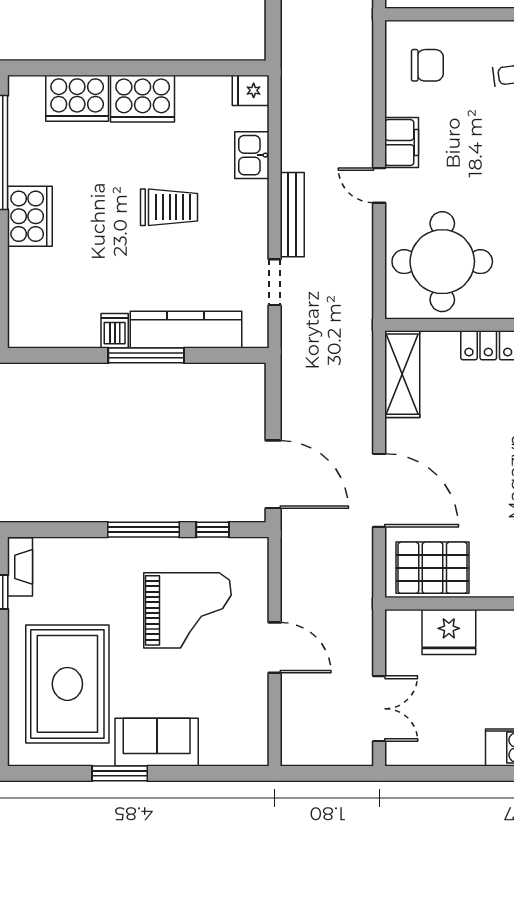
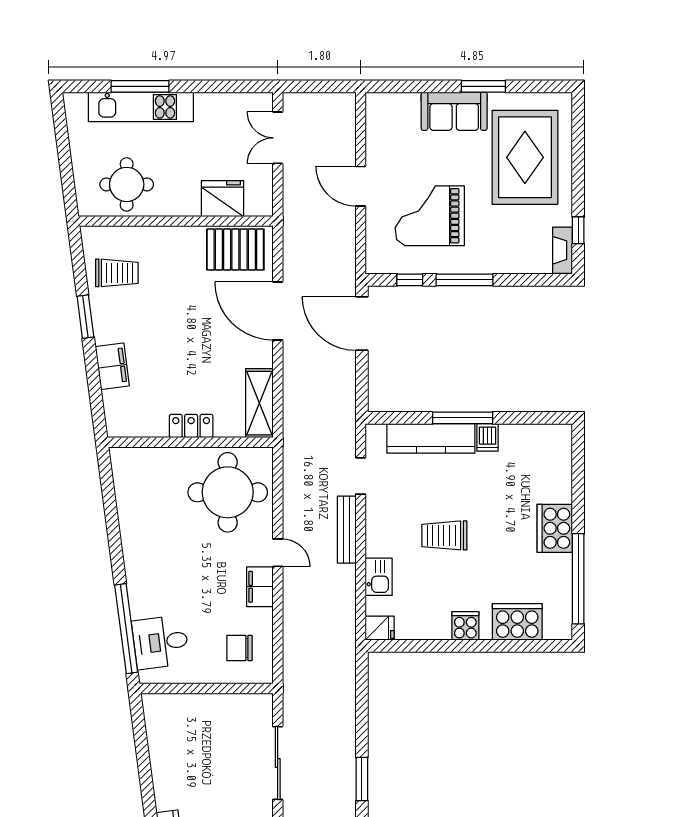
cooker: (143, 99) -> (465, 626), width x0.53, depth x0.76

